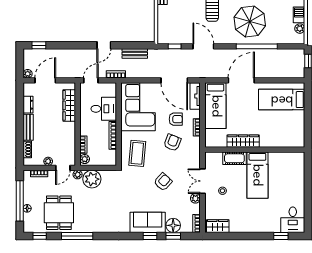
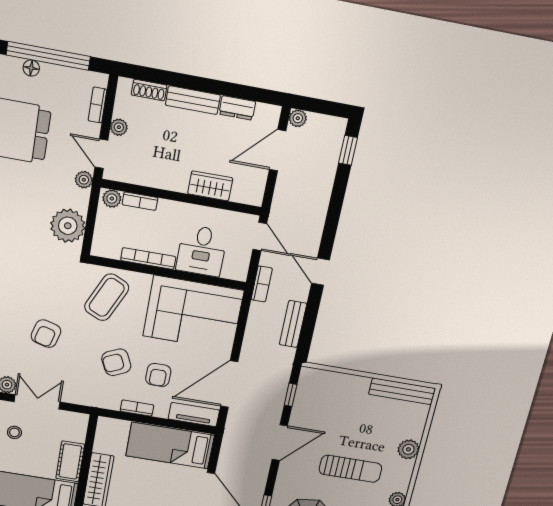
door: (45, 80) -> (278, 150), swing flipped
wardrobe: (69, 105) -> (210, 186), width x0.67
armchair: (172, 143) -> (116, 362), turned 134
coffee table: (137, 153) -> (107, 297), turned -70
plant: (92, 179) -> (68, 226), moved
armchair: (163, 182) -> (46, 334), turned 62

